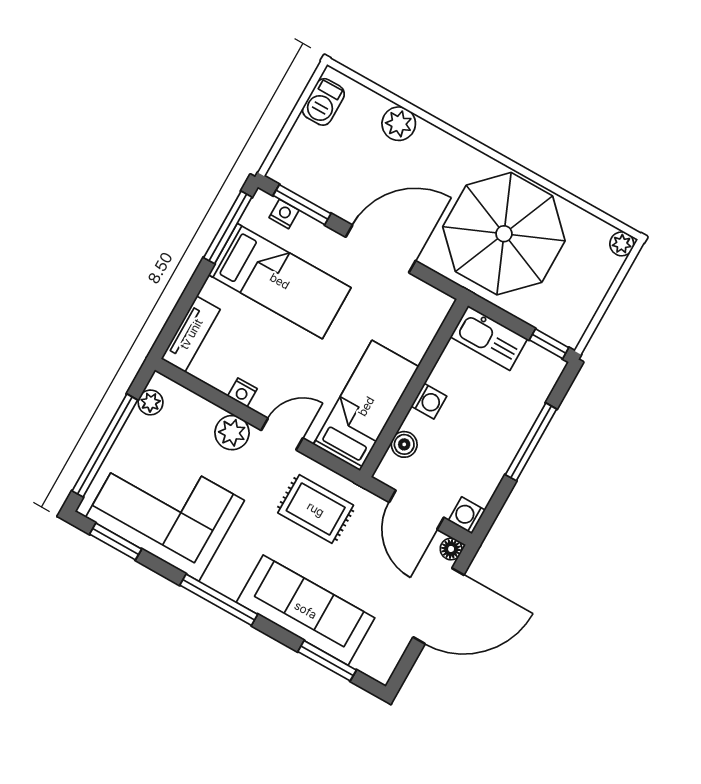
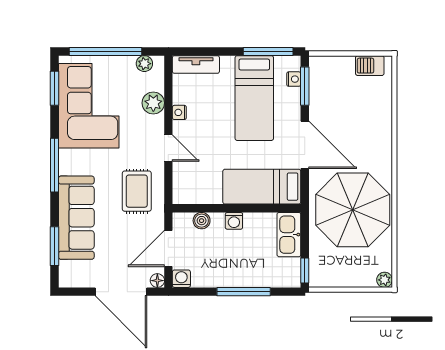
plant: (399, 124) -> (381, 115), removed
bed: (366, 406) -> (262, 187), moved, turned 180
plant: (232, 433) -> (153, 103), moved

